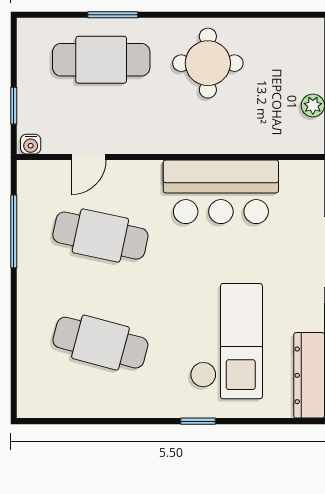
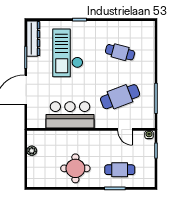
cafe table: (101, 60) -> (120, 170), width x0.73, depth x0.74
door: (88, 157) -> (125, 129), swing flipped
cafe table: (100, 236) -> (120, 97), turned -33
cafe table: (100, 343) -> (120, 52), width x0.73, depth x0.74

